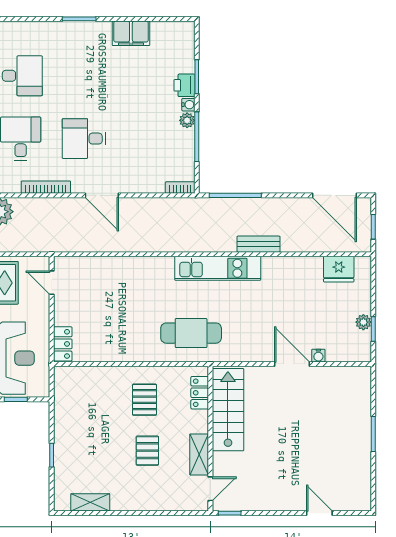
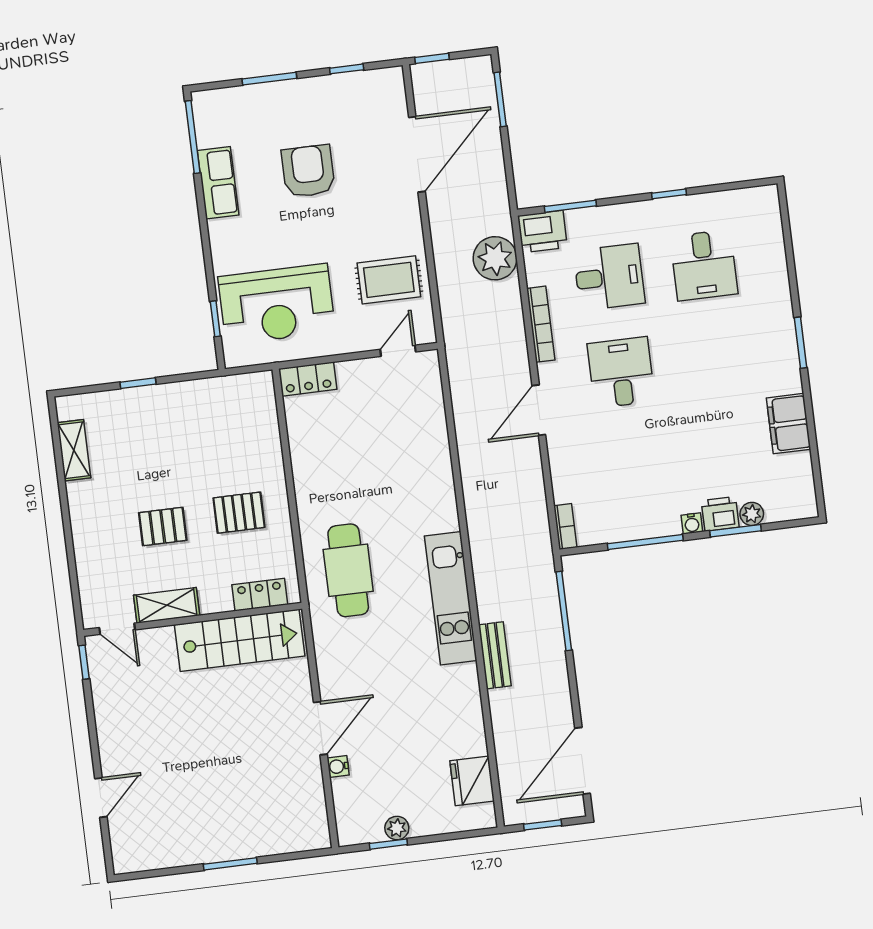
plant: (187, 120) -> (752, 514), moved

